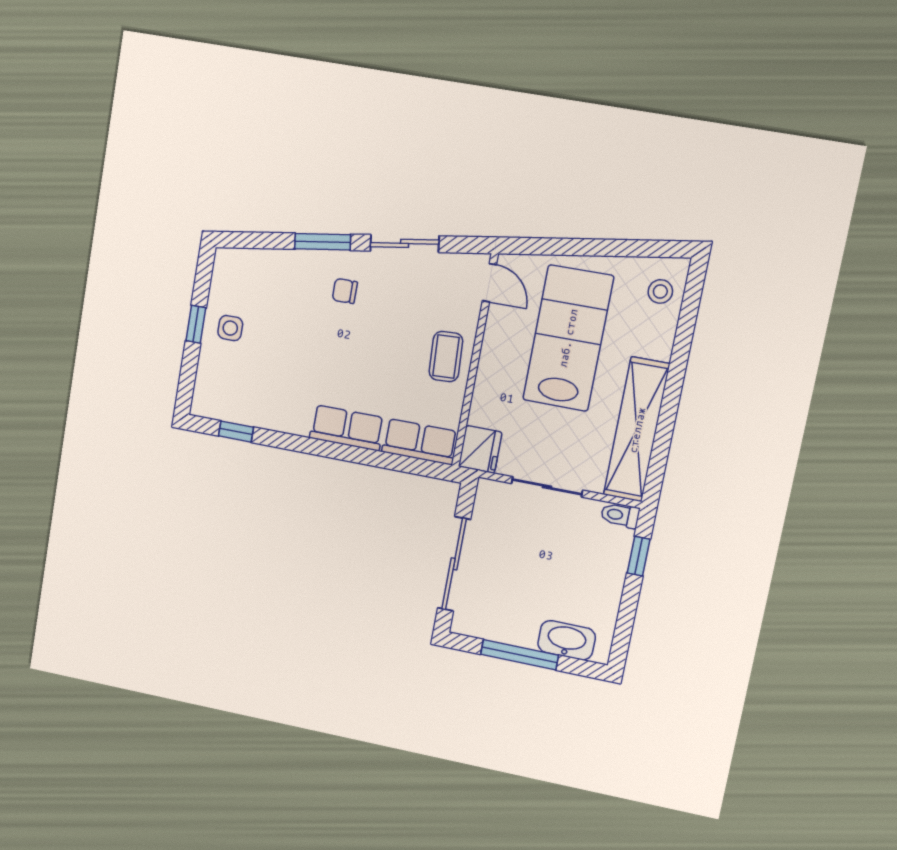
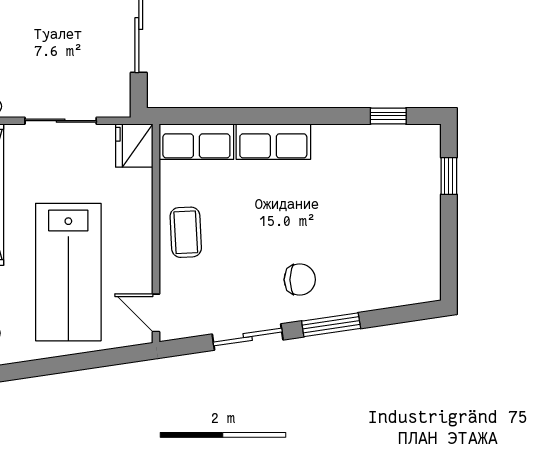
chair: (345, 291) -> (300, 280), width x1.37, depth x1.37
window: (196, 324) -> (449, 176), moved
side table: (230, 328) -> (412, 221), removed

